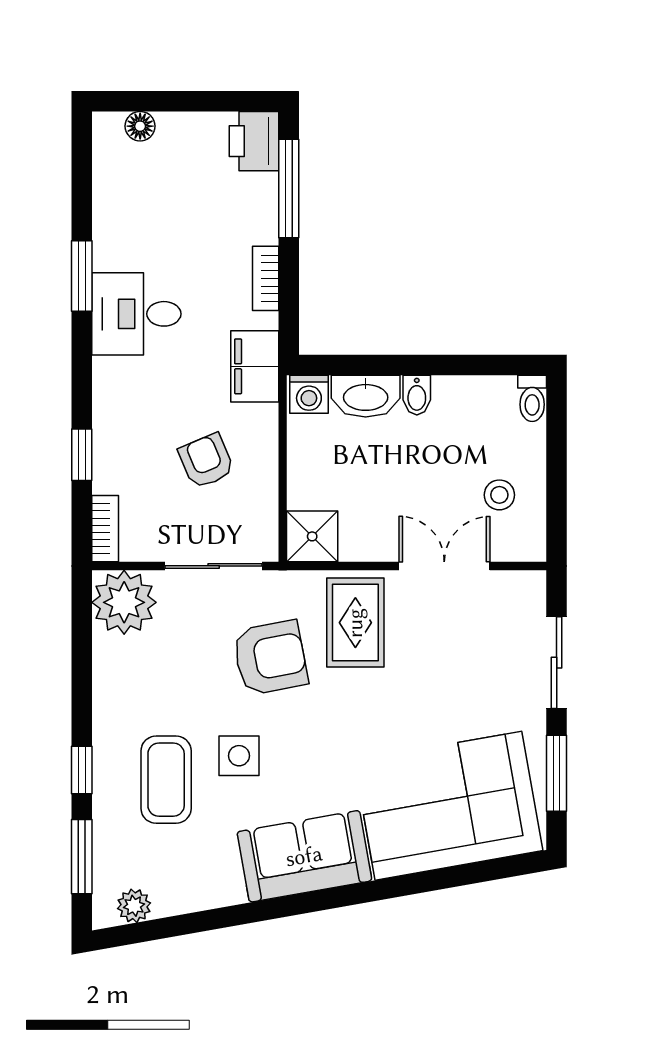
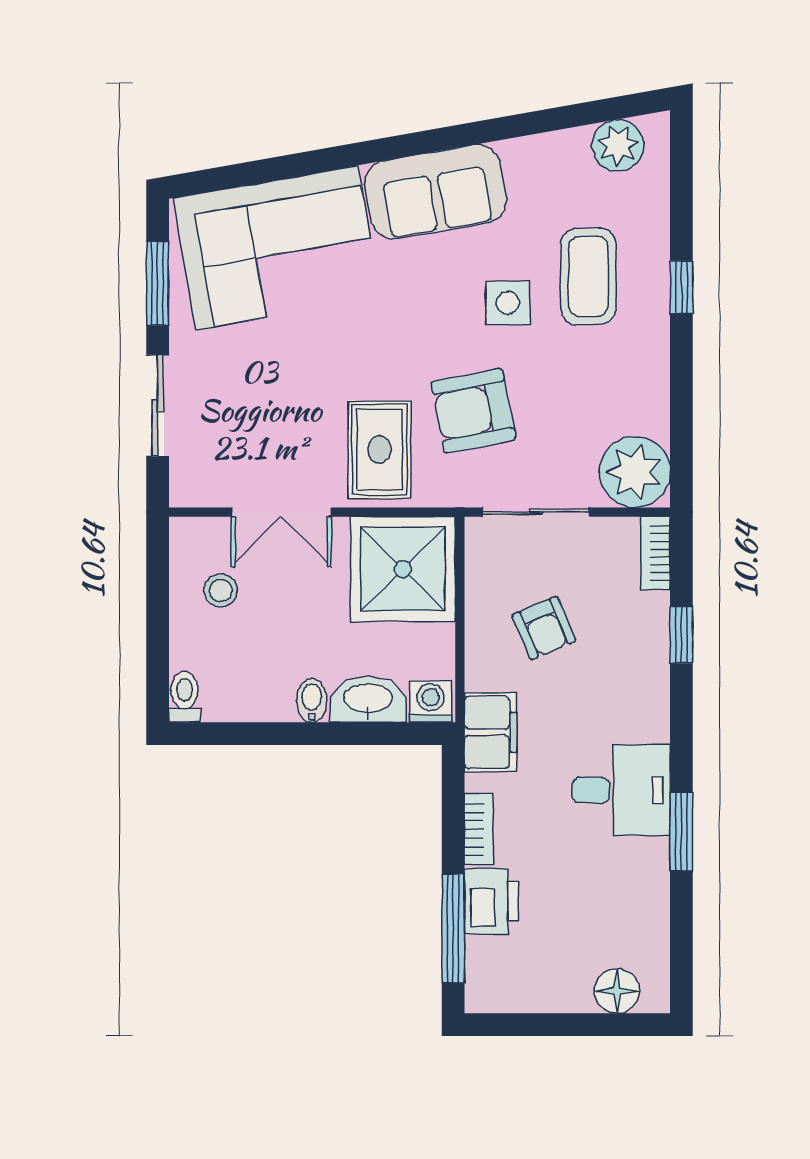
floor lamp: (140, 126) -> (617, 991), width x1.37, depth x1.37
printer: (254, 141) -> (491, 901), moved
shower: (312, 536) -> (403, 569), width x1.86, depth x1.86
window: (82, 857) -> (681, 191), removed
plant: (134, 906) -> (618, 145), width x1.38, depth x1.38

